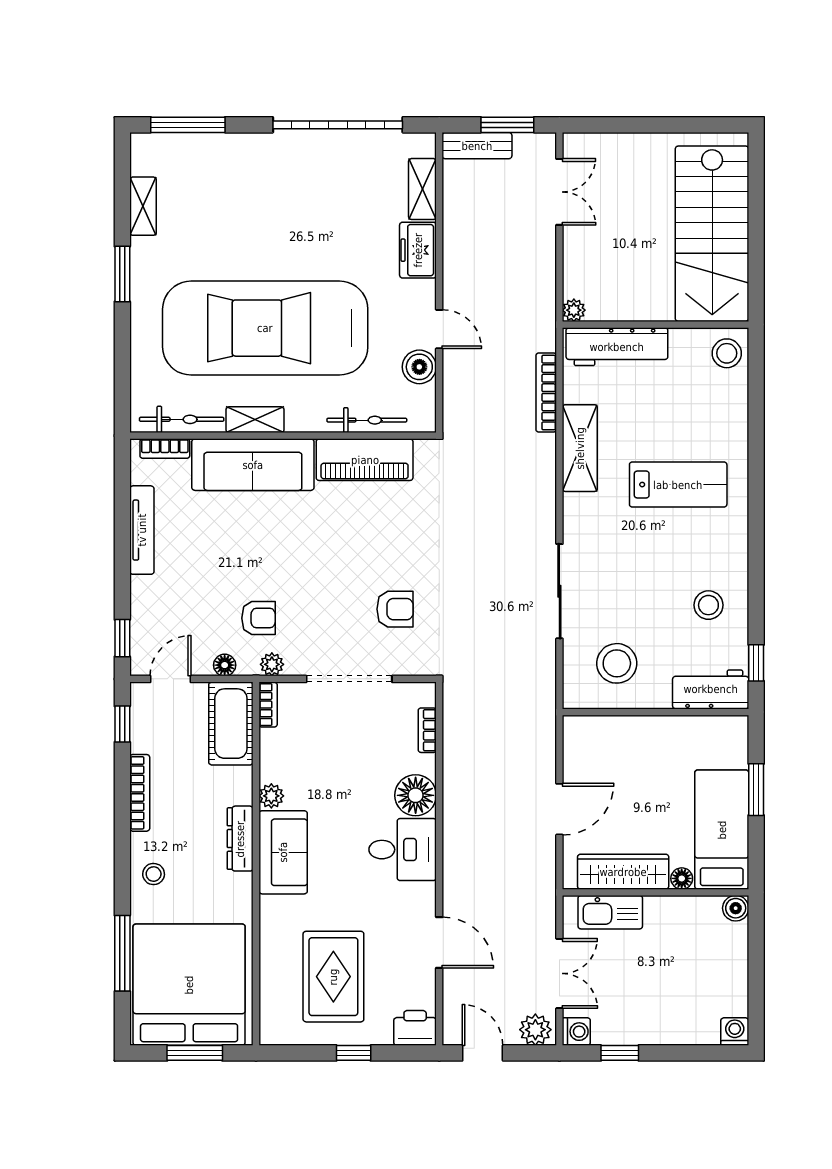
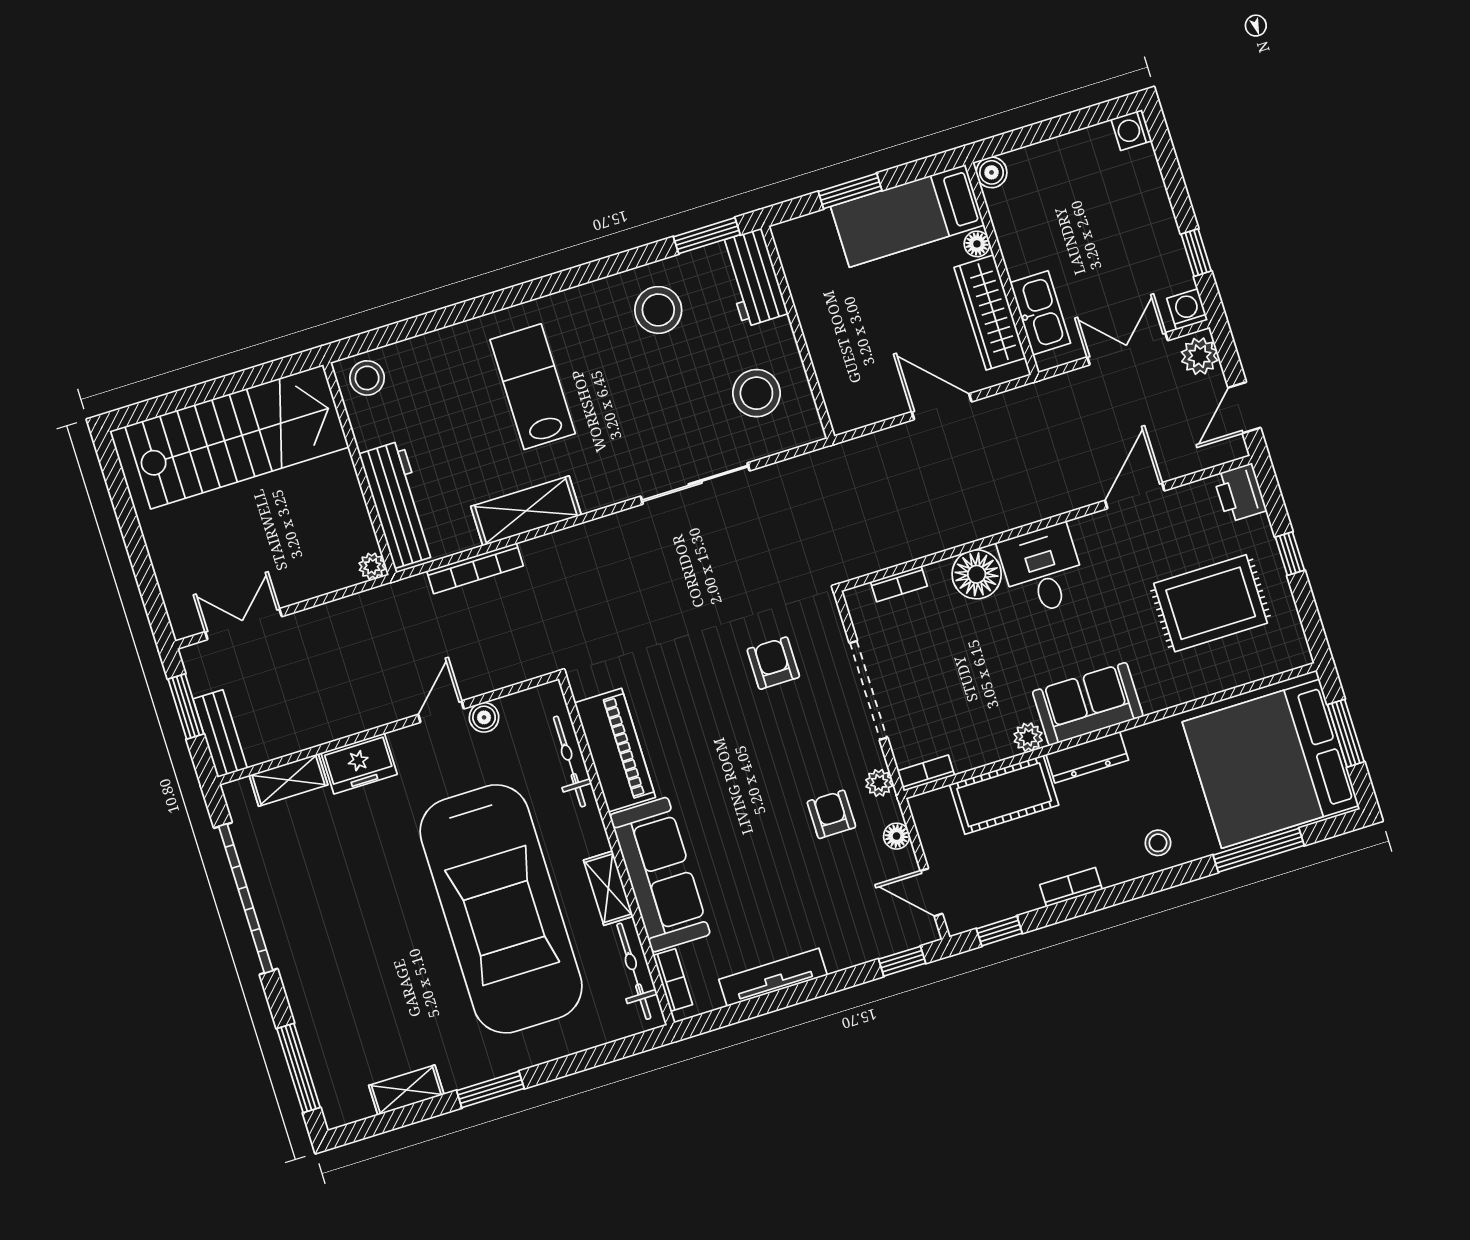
boiler: (419, 367) -> (484, 717), width x0.73, depth x0.73
stool: (708, 605) -> (658, 310), width x1.38, depth x1.38
window: (756, 663) -> (707, 236), width x1.50
cot: (231, 724) -> (1004, 795), moved
bookcase: (140, 793) -> (1071, 887), width x0.64

